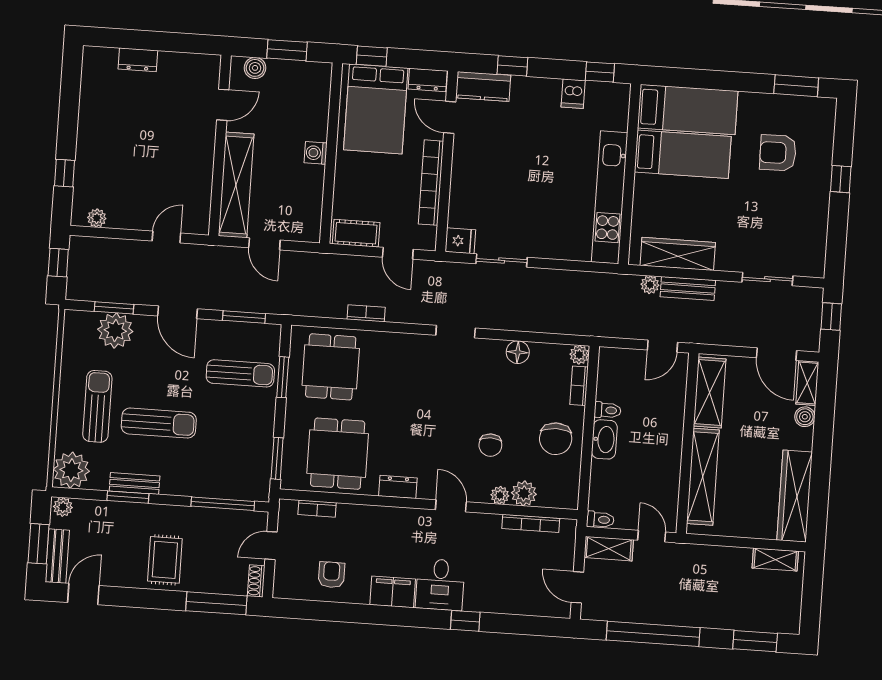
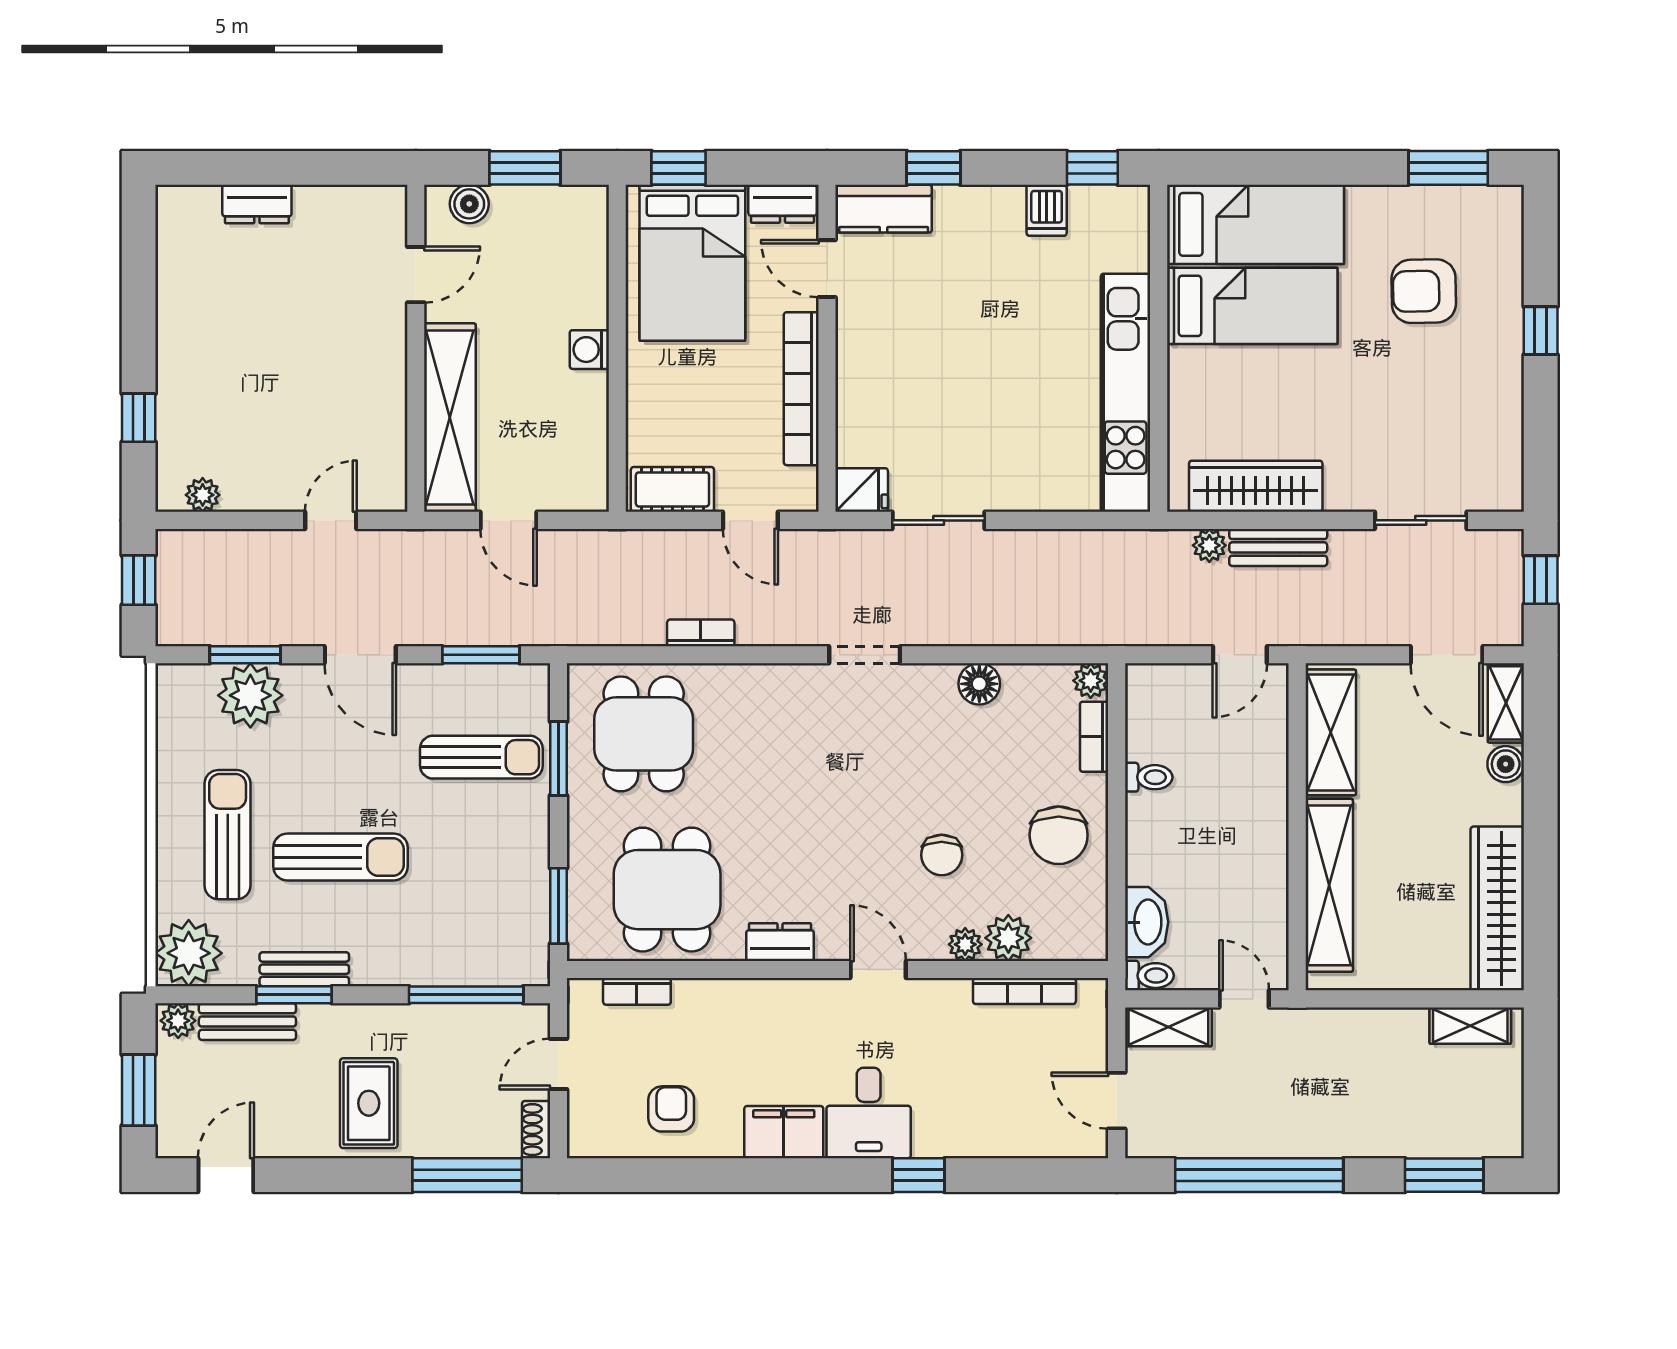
washbasin: (604, 439) -> (1147, 922), moved
bench: (57, 556) -> (247, 1022), moved, turned 90

